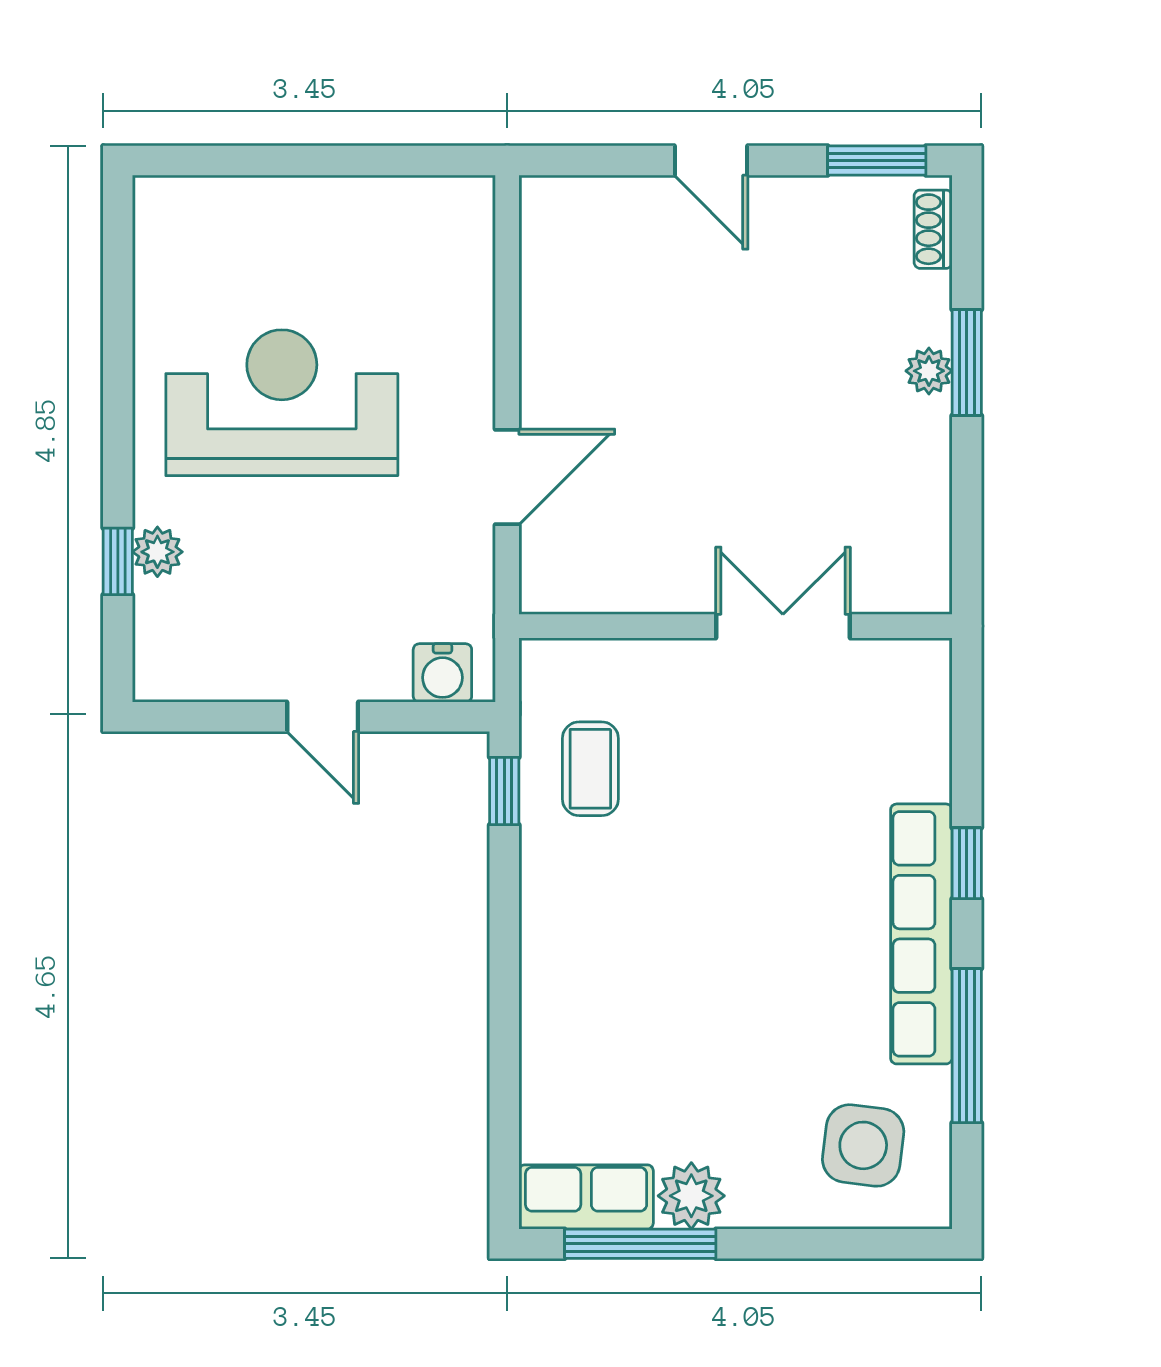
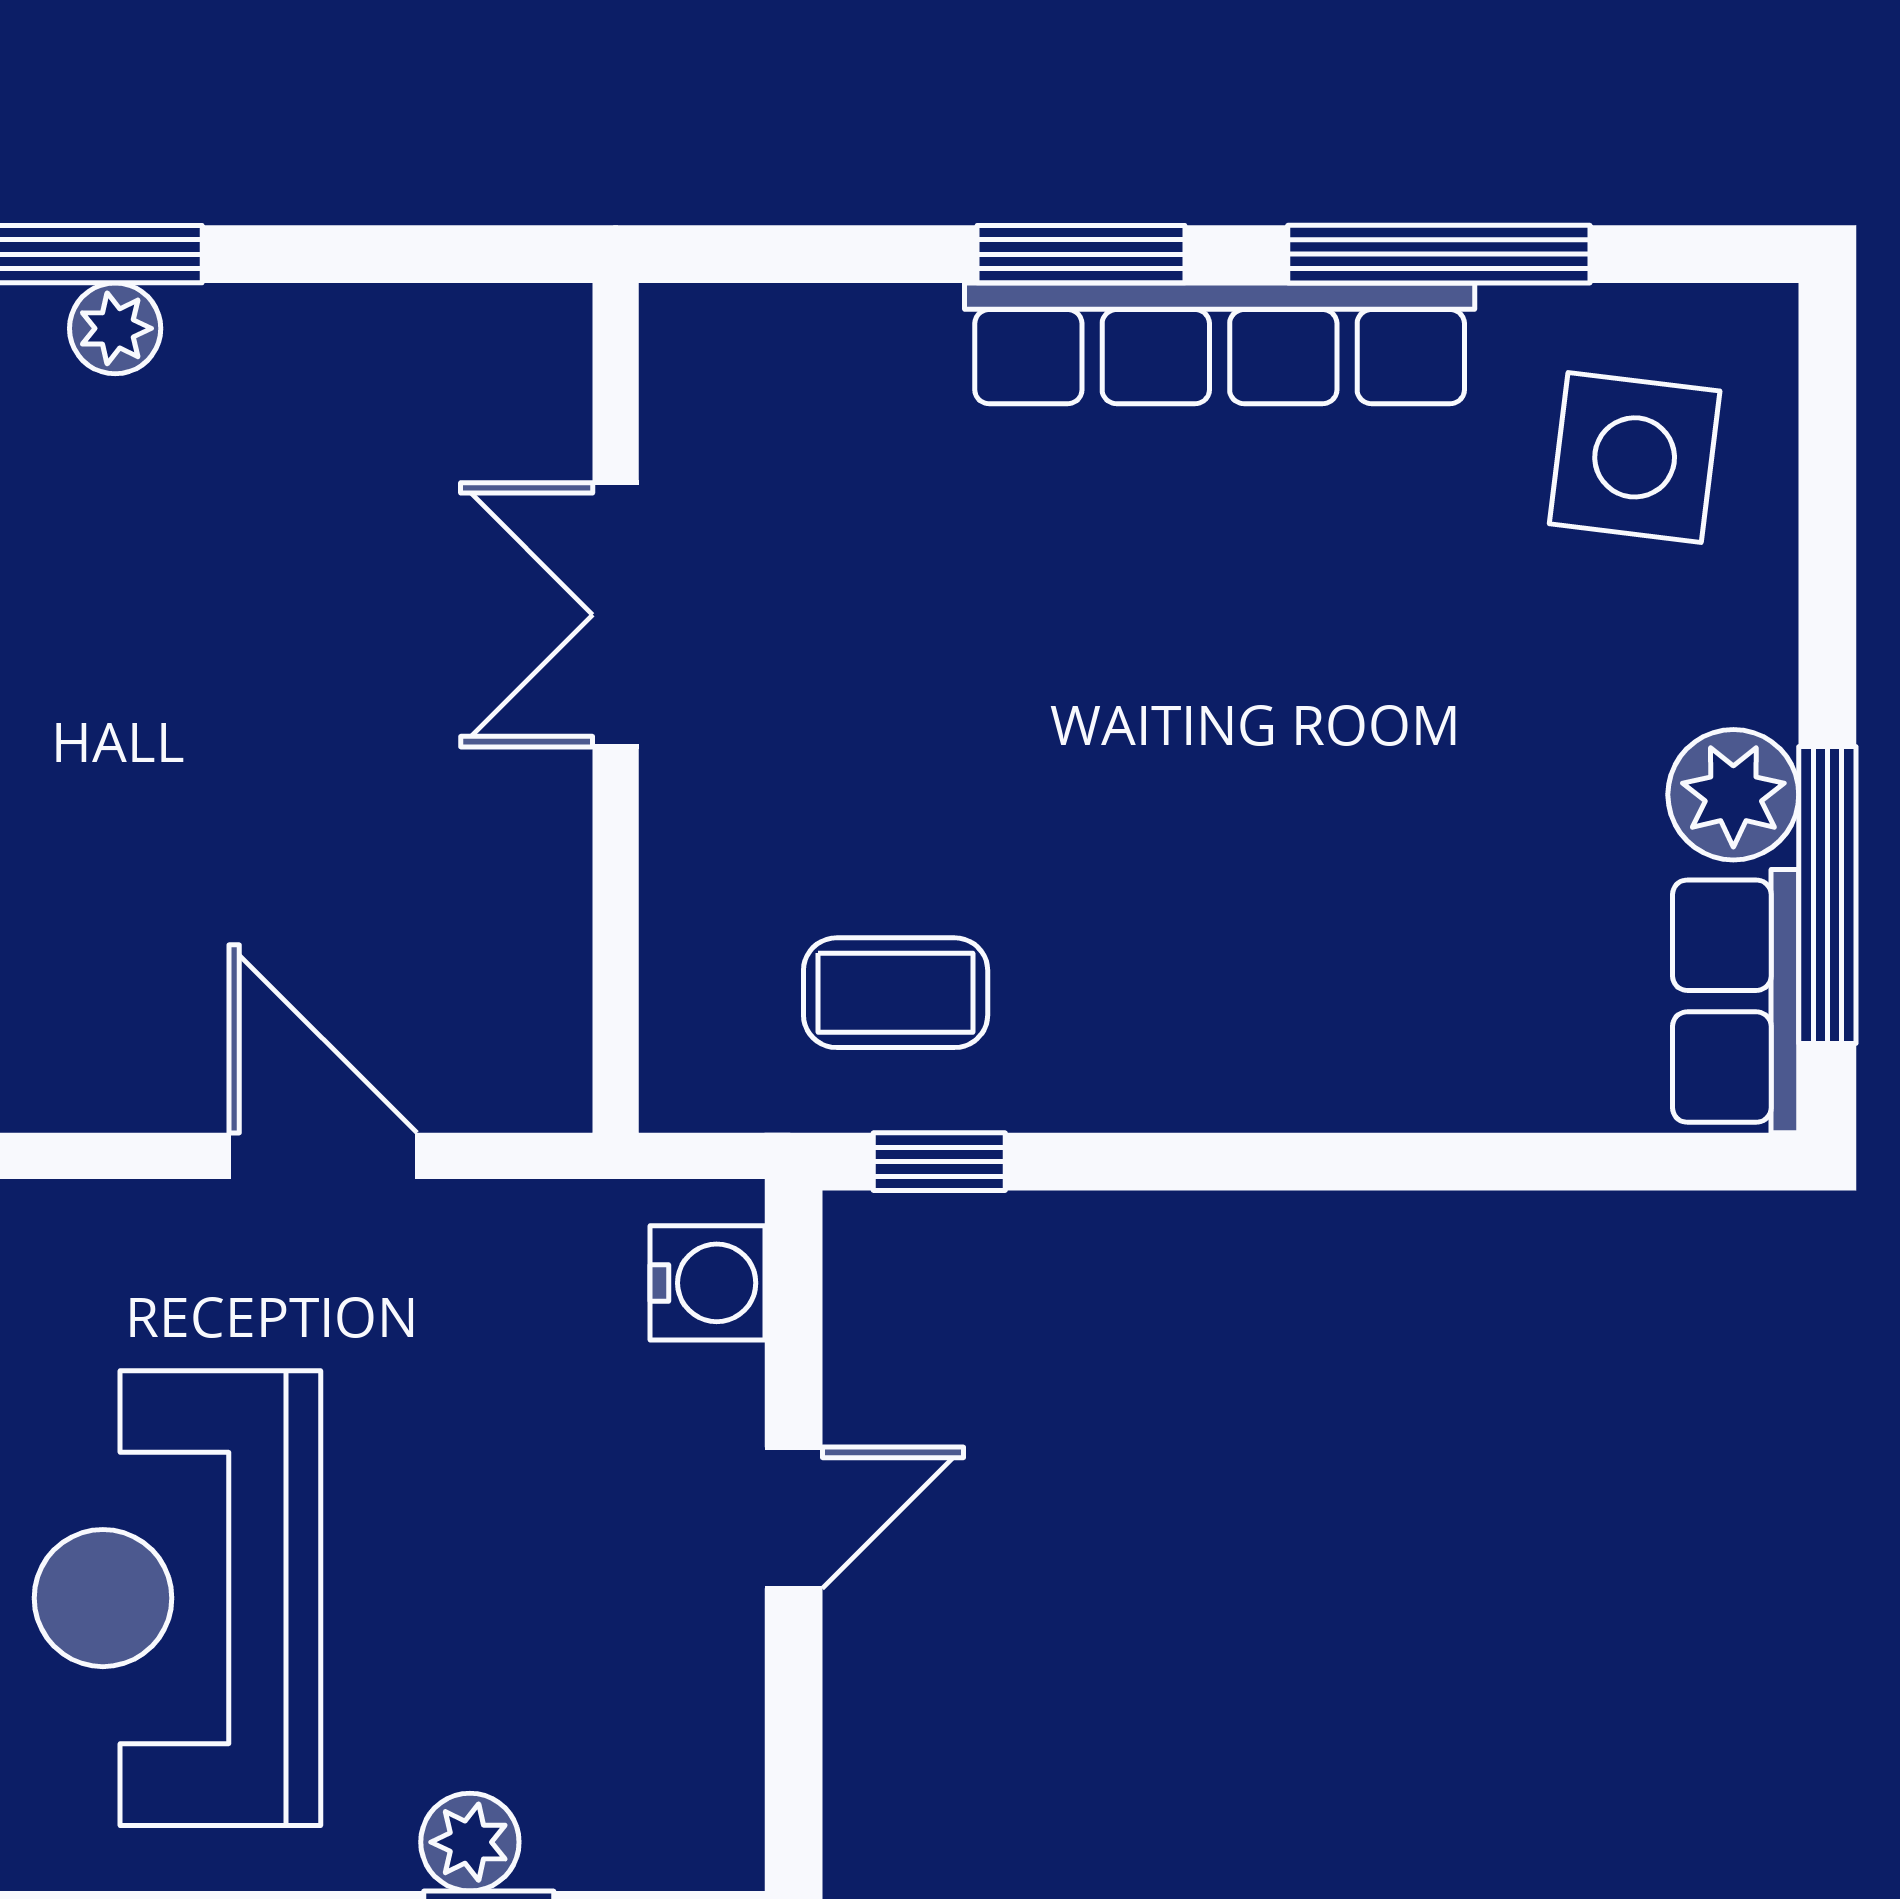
window: (967, 863) -> (1081, 254), width x1.50

